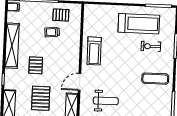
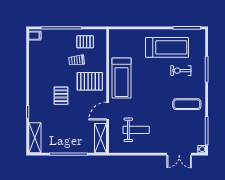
shelving: (12, 46) -> (35, 76), removed
treadmill: (94, 51) -> (122, 78), width x1.37, depth x1.38
pallet: (41, 98) -> (90, 81), moved, turned 90

